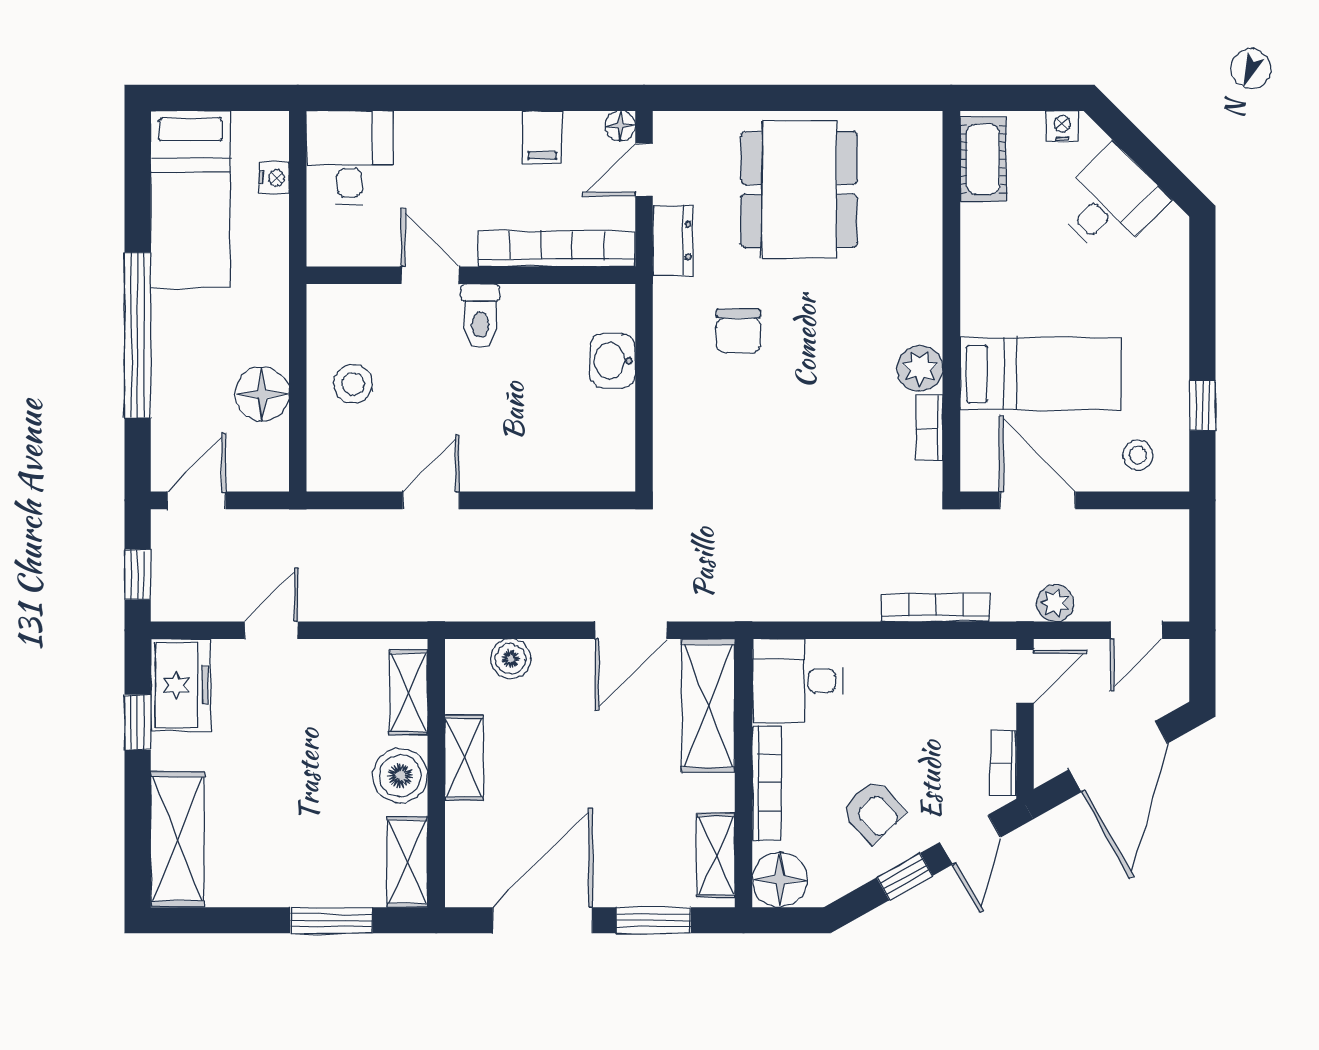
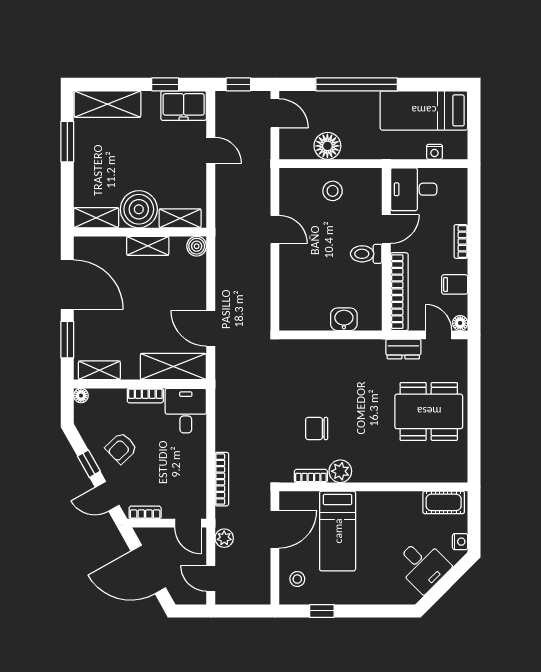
bookcase: (455, 124) -> (461, 241), added
desk: (350, 157) -> (414, 189), moved, turned 180
chair: (738, 331) -> (317, 429), moved
boiler: (511, 659) -> (197, 246), moved
boiler: (400, 776) -> (139, 209), width x1.37, depth x1.37
bookcase: (767, 783) -> (145, 396), width x0.64
floor lamp: (780, 880) -> (81, 396), width x0.53, depth x0.53
window: (331, 920) -> (67, 142), moved

